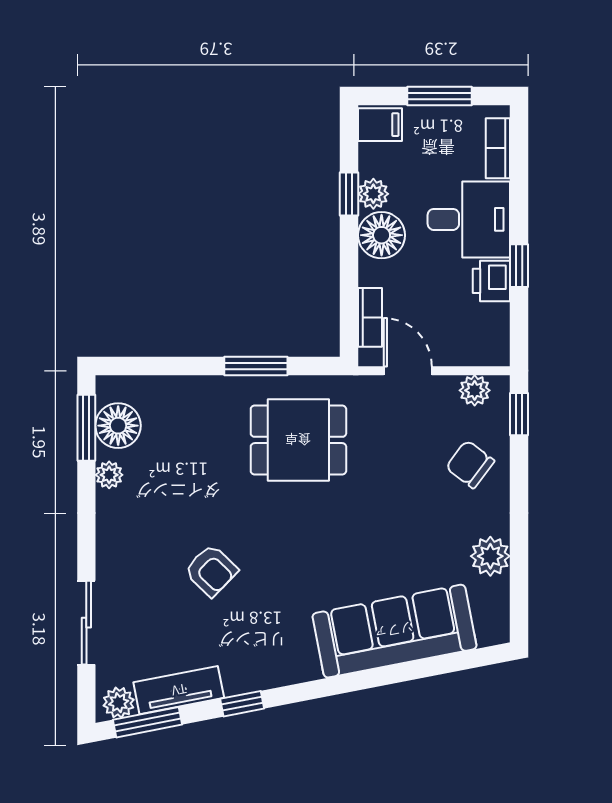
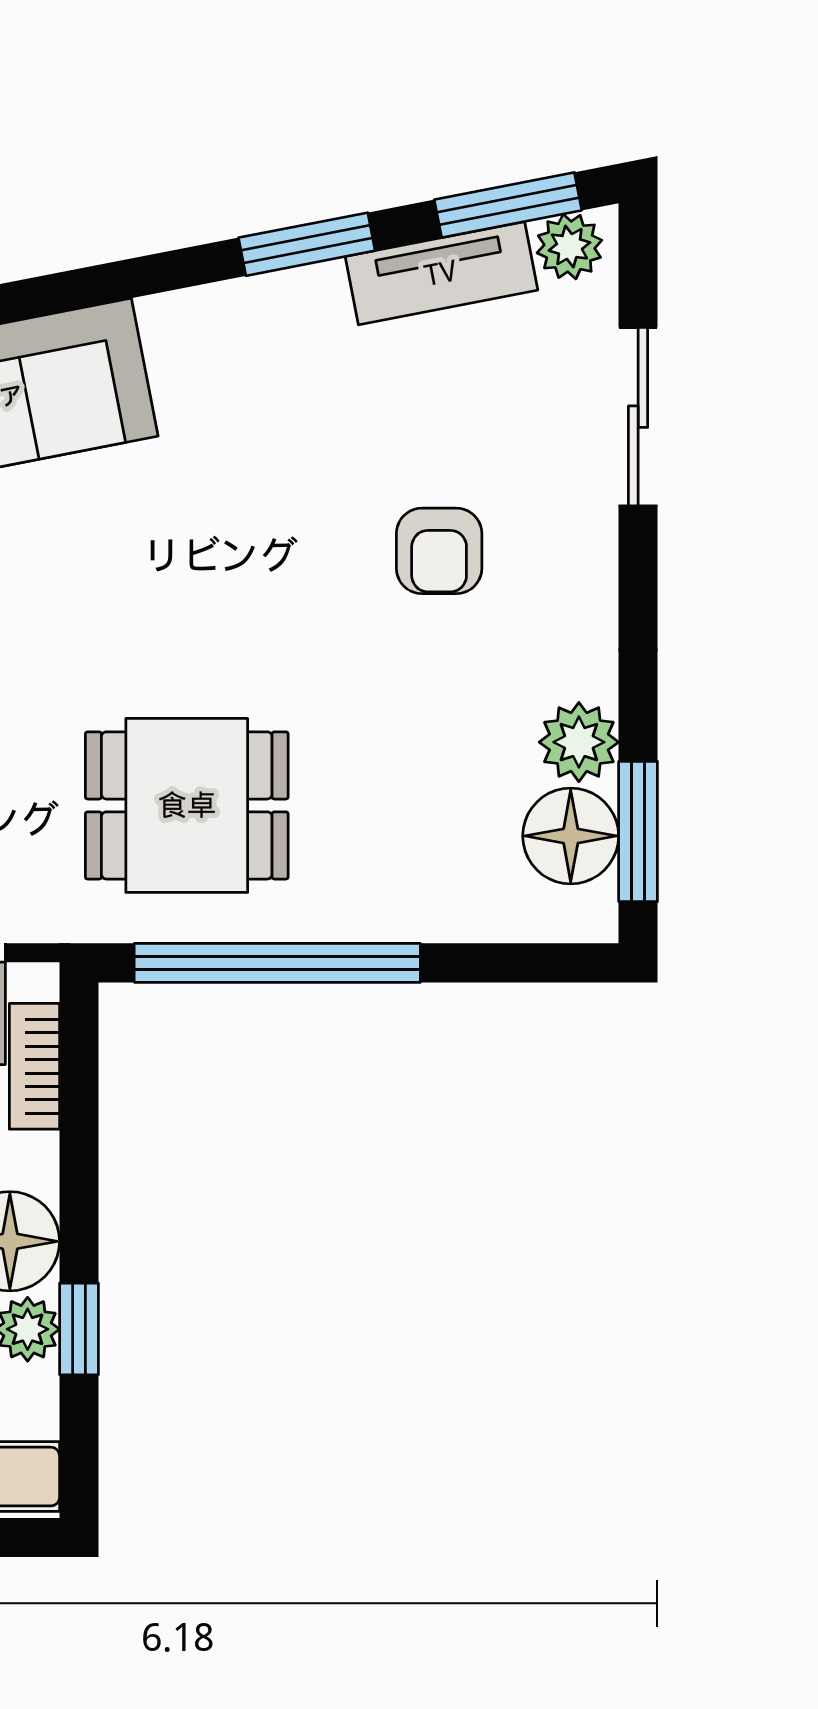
window: (256, 366) -> (277, 963), width x2.11
plant: (109, 475) -> (579, 742), width x1.38, depth x1.38
armchair: (211, 570) -> (439, 551), moved, turned -134
window: (242, 704) -> (307, 244), width x1.50

